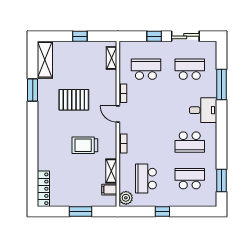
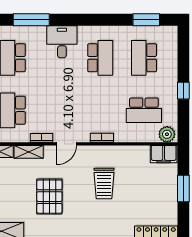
shelving: (111, 171) -> (29, 152), moved
filing cabinet: (109, 190) -> (164, 154), width x2.00

